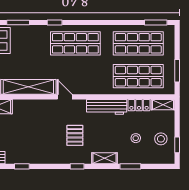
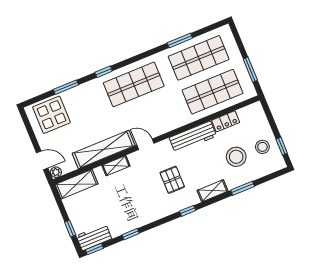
window: (156, 23) -> (180, 40), moved
shelving: (163, 105) -> (116, 166), moved
stool: (136, 138) -> (236, 157), width x1.89, depth x1.89

